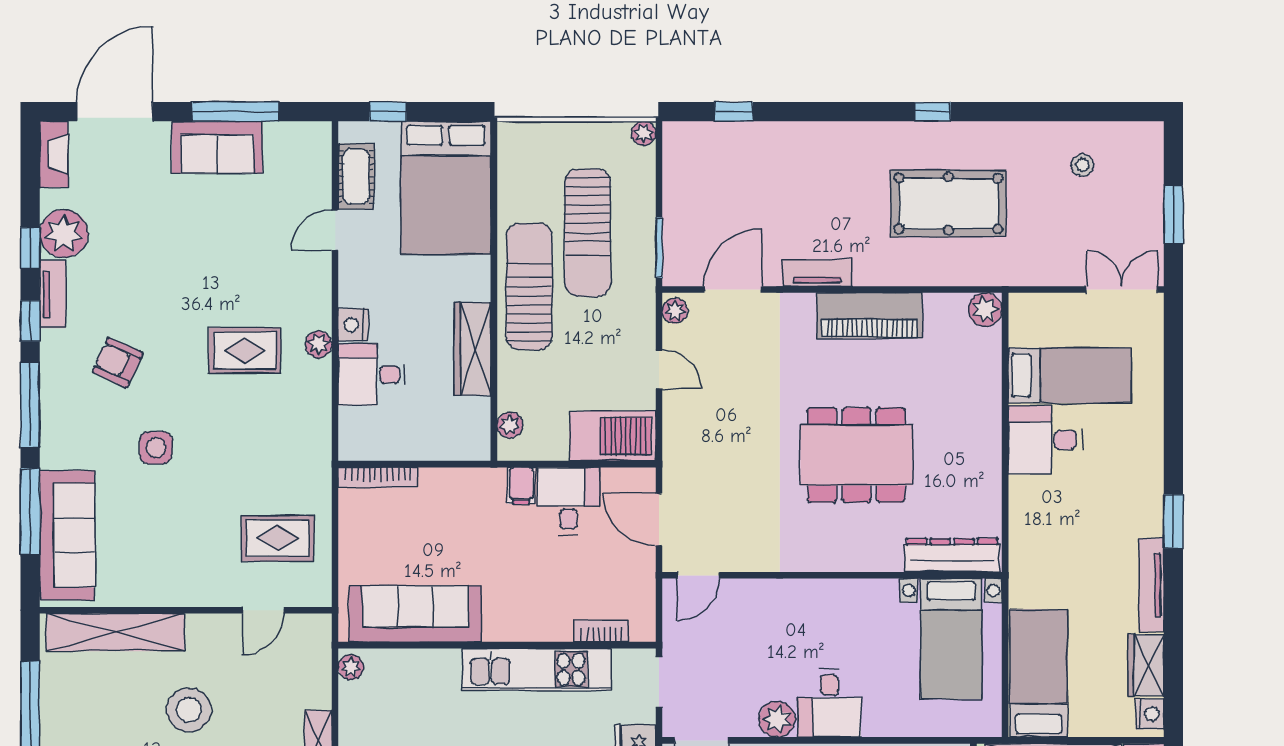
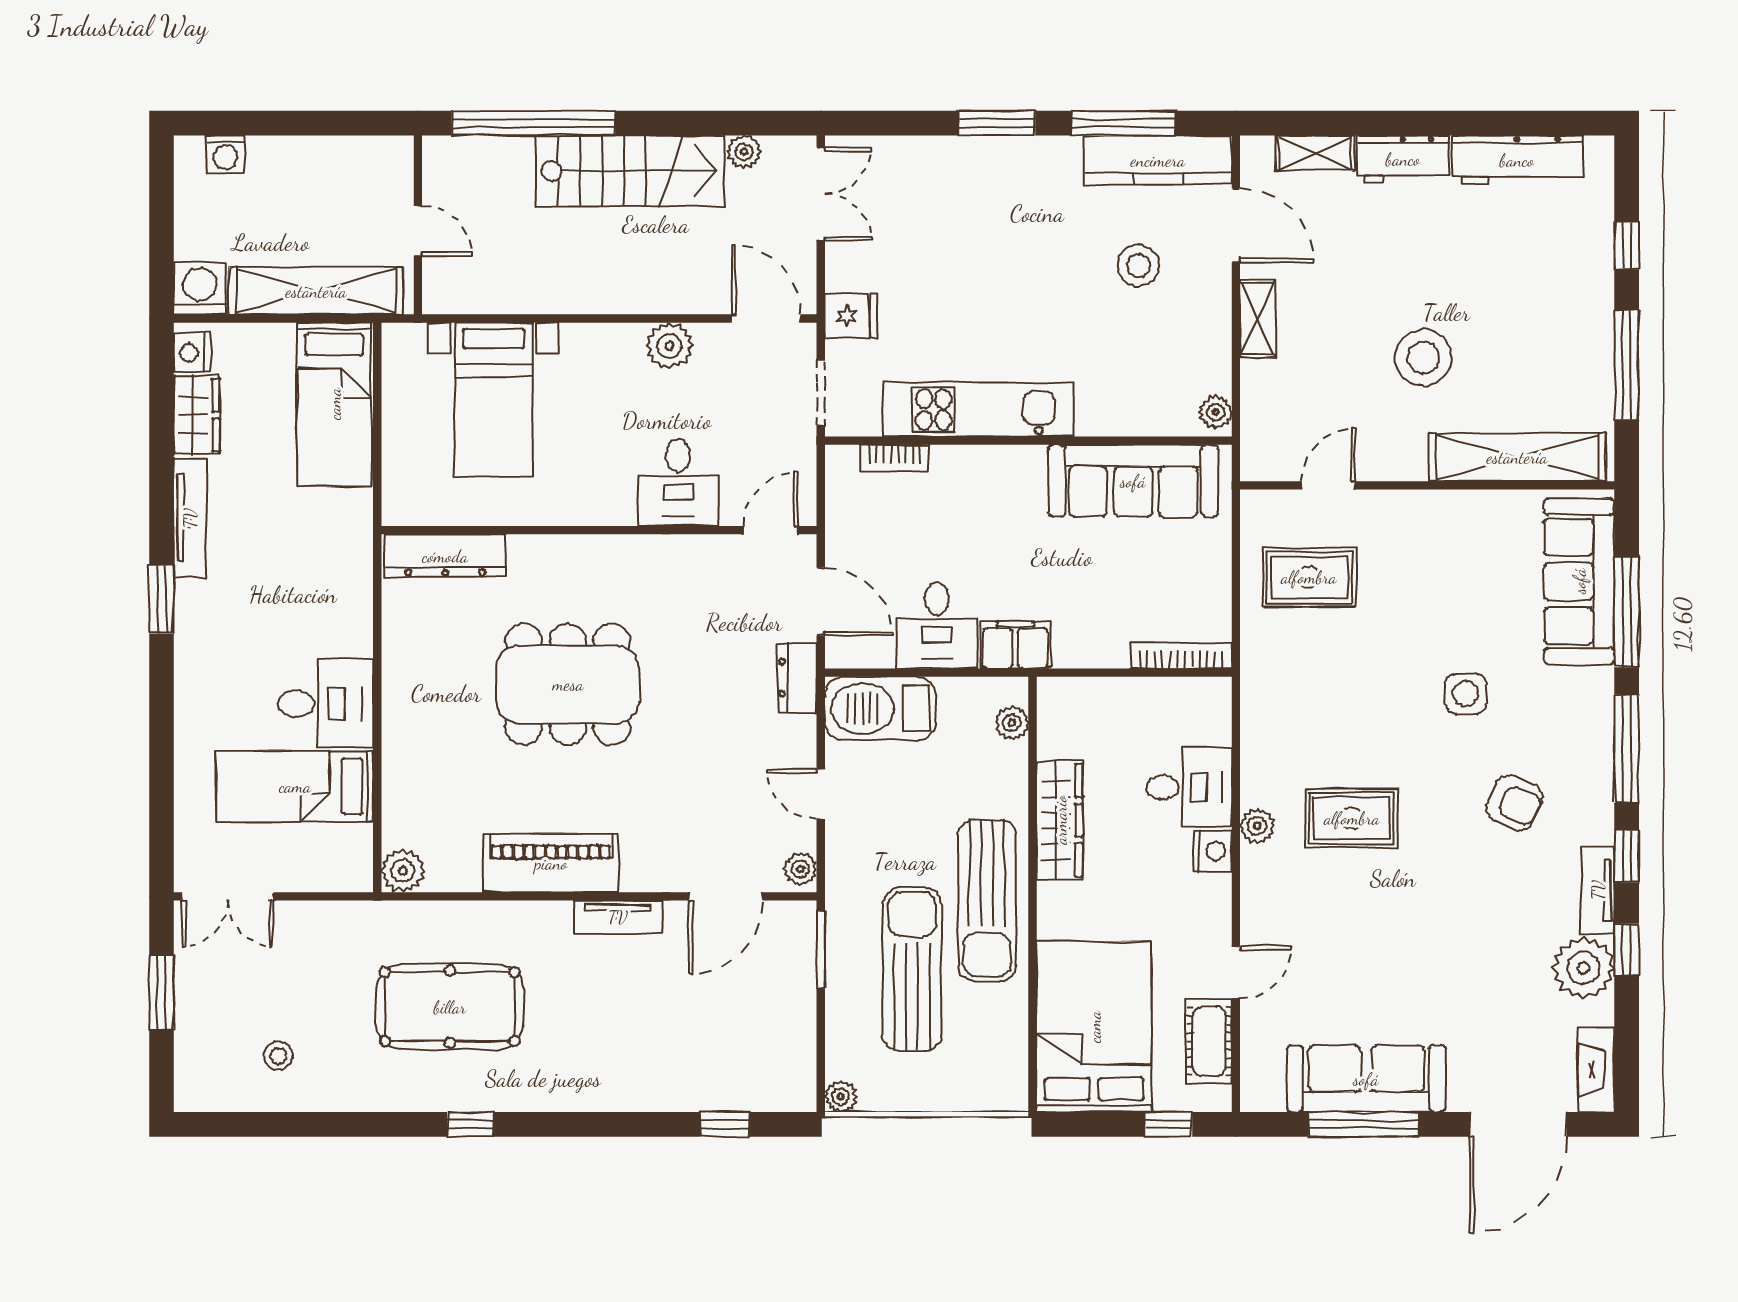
sofa: (217, 147) -> (1366, 1079), width x1.36
dresser: (677, 460) -> (797, 678), added
filing cabinet: (521, 486) -> (1015, 645), width x2.00
bed with nightstands: (951, 639) -> (494, 400), moved, turned 180
desk: (829, 703) -> (678, 483), moved, turned 180

